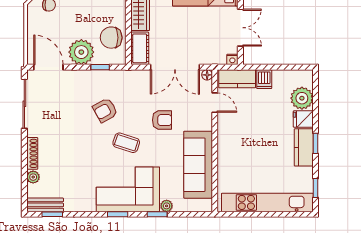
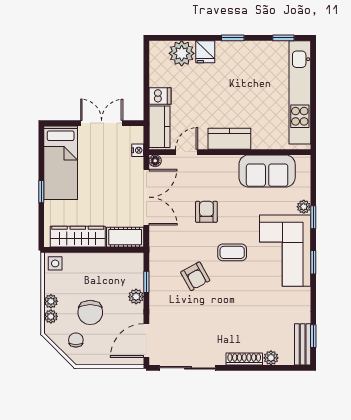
chair: (111, 38) -> (90, 312), moved
plant: (81, 52) -> (136, 297), width x0.53, depth x0.53
nightstand: (232, 59) -> (138, 150), moved
coffee table: (126, 143) -> (232, 252), turned 72
kitchen counter: (304, 147) -> (229, 139), moved, turned 180
sofa: (198, 165) -> (267, 171), width x0.73

